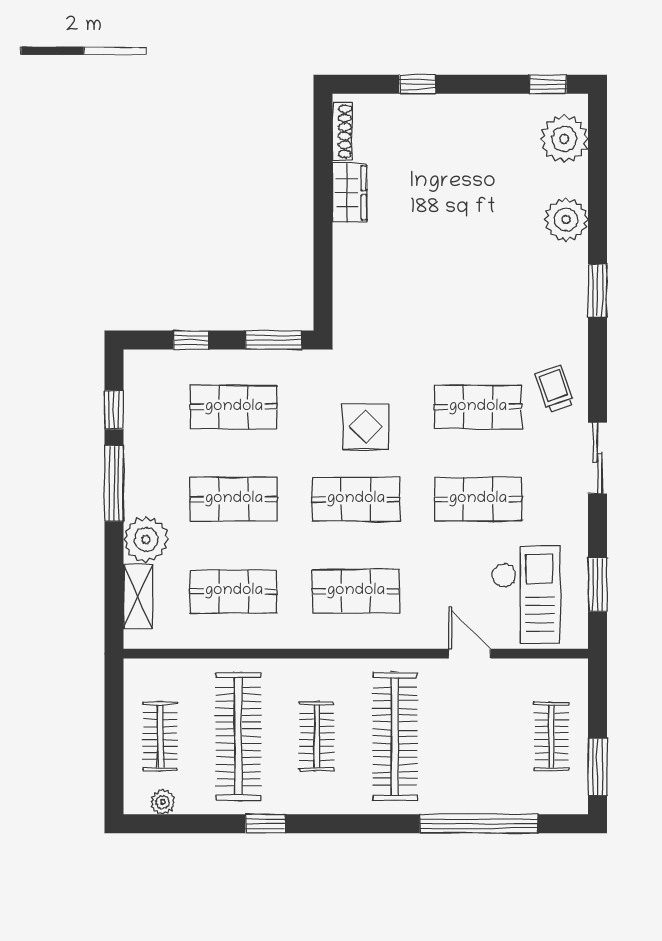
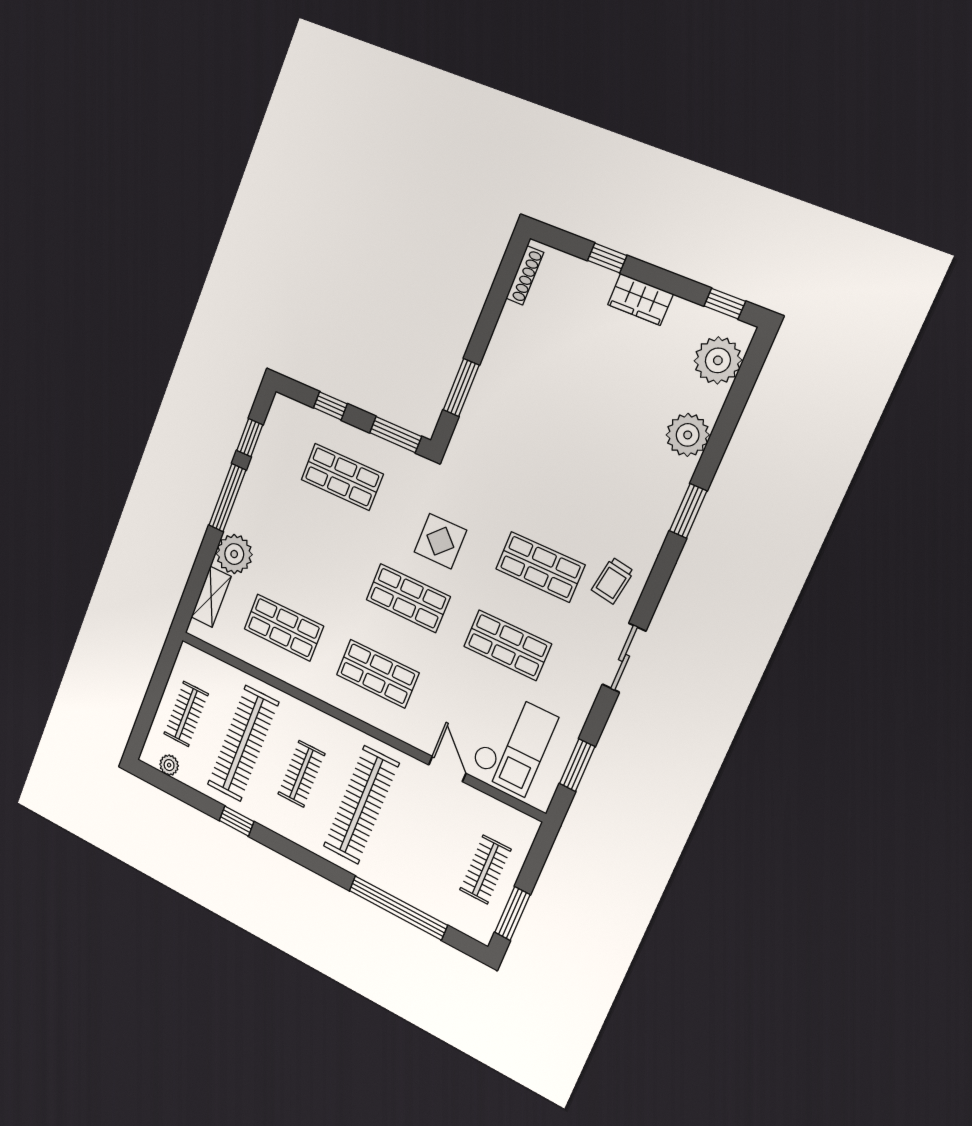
wardrobe: (350, 193) -> (640, 299), moved, turned 90
window: (323, 265) -> (461, 388), added
trolley: (554, 389) -> (613, 581), turned -152
shop shelf: (234, 499) -> (313, 553), removed

